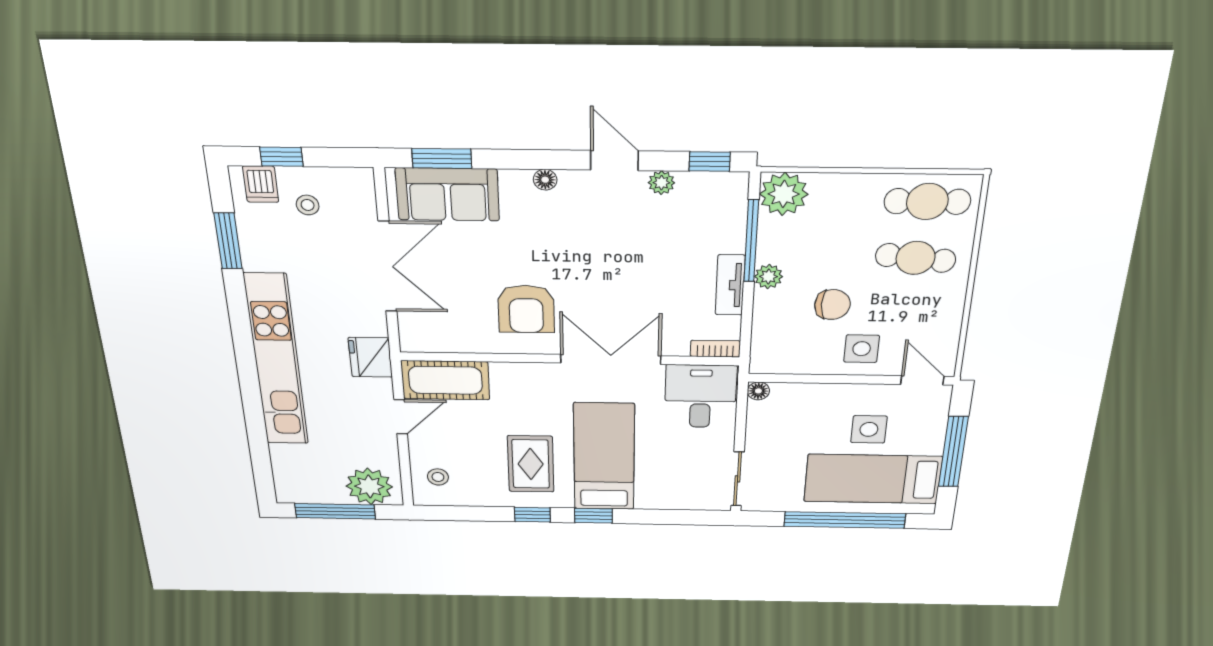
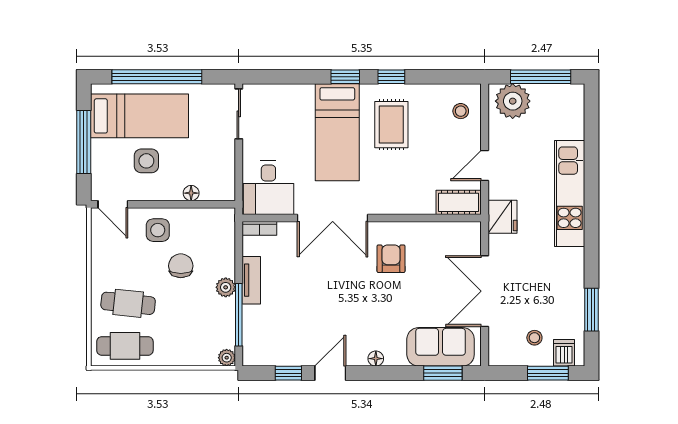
window: (281, 157) -> (548, 373), width x1.50
door: (614, 160) -> (330, 373), swing flipped
window: (710, 162) -> (288, 373), moved
plant: (661, 183) -> (299, 357), removed
plant: (784, 194) -> (227, 358), width x0.53, depth x0.53
chair: (832, 305) -> (181, 266), turned 90
armchair: (526, 309) -> (391, 259), width x0.72, depth x0.72
kitchen unit: (276, 361) -> (570, 193), width x0.73
cot: (445, 380) -> (459, 202), width x0.73, depth x0.75
floor lamp: (758, 391) -> (191, 193), moved

